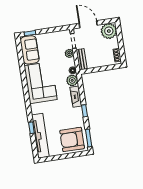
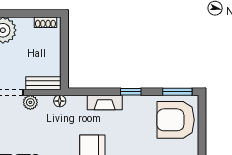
plant: (72, 80) -> (76, 105), removed
armchair: (72, 139) -> (176, 120), turned 90

